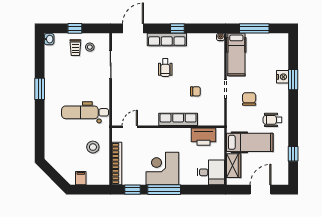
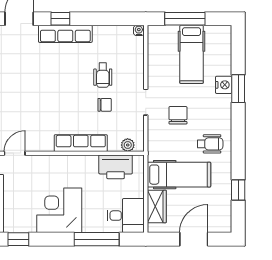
window: (177, 28) -> (60, 19), moved
hospital bed: (236, 54) -> (192, 54), moved
wheelchair: (165, 68) -> (103, 75), moved
wheelchair: (273, 120) -> (210, 144), turned 180
plant: (212, 121) -> (128, 145), added
window: (164, 190) -> (97, 239), moved

